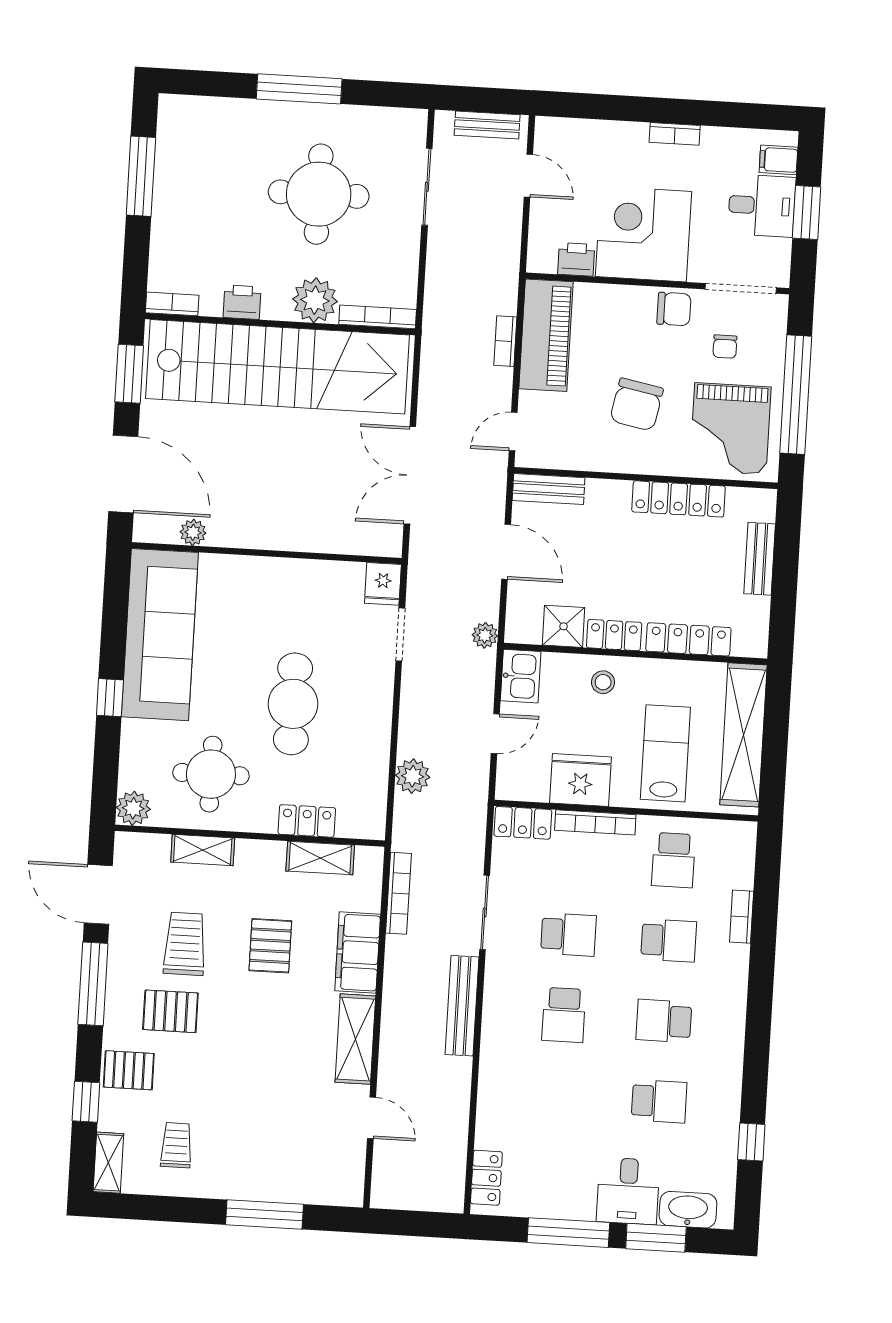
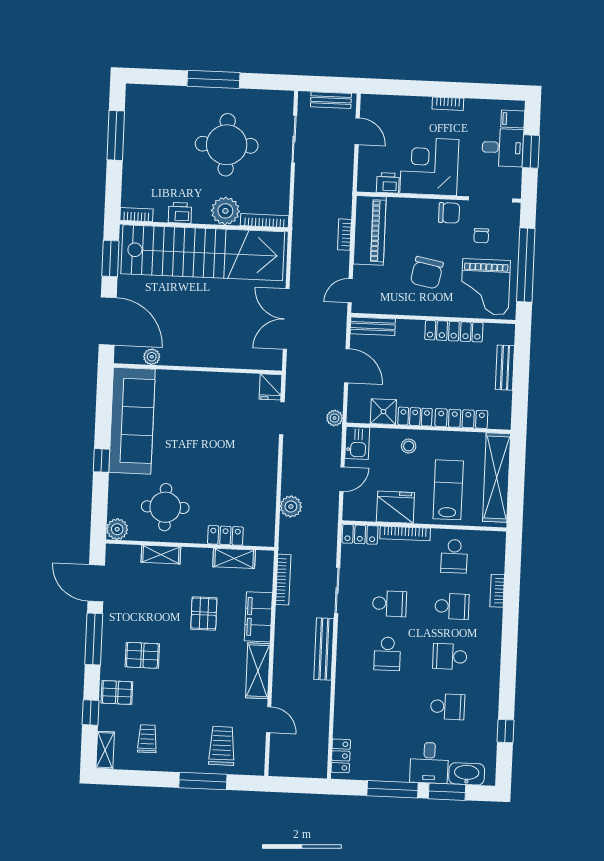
cafe table: (293, 704) -> (216, 463), removed
trolley: (185, 944) -> (222, 746), moved

